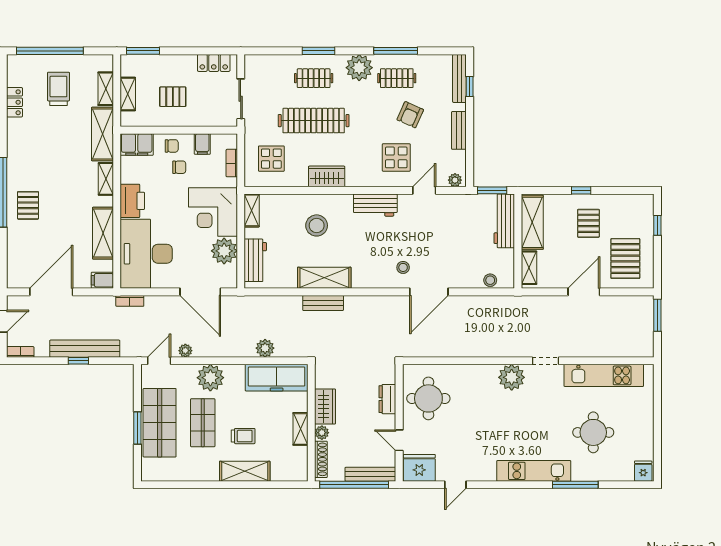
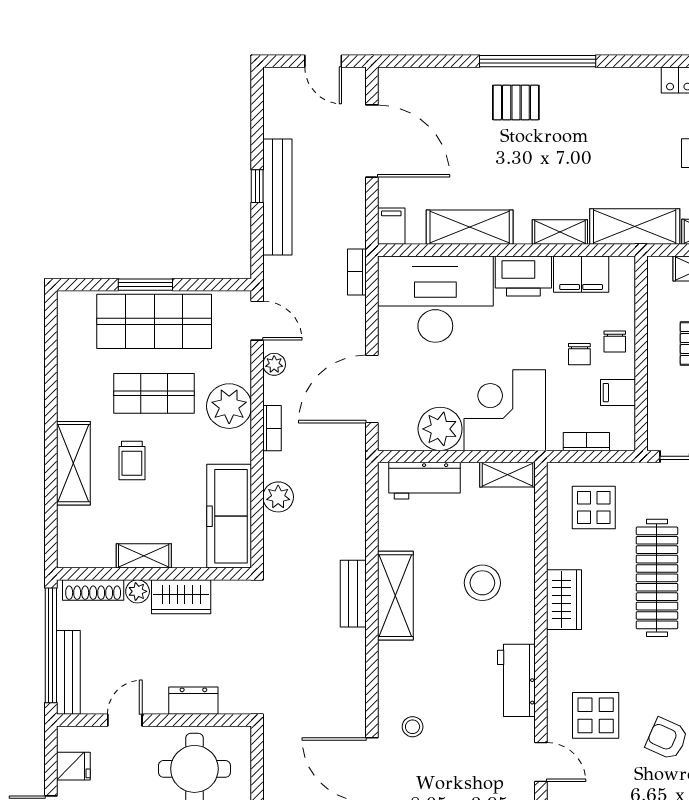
filing cabinet: (137, 144) -> (581, 274), moved, turned -90
bookcase: (20, 352) -> (272, 428), moved
fridge: (419, 468) -> (73, 766), width x0.53, depth x0.75

